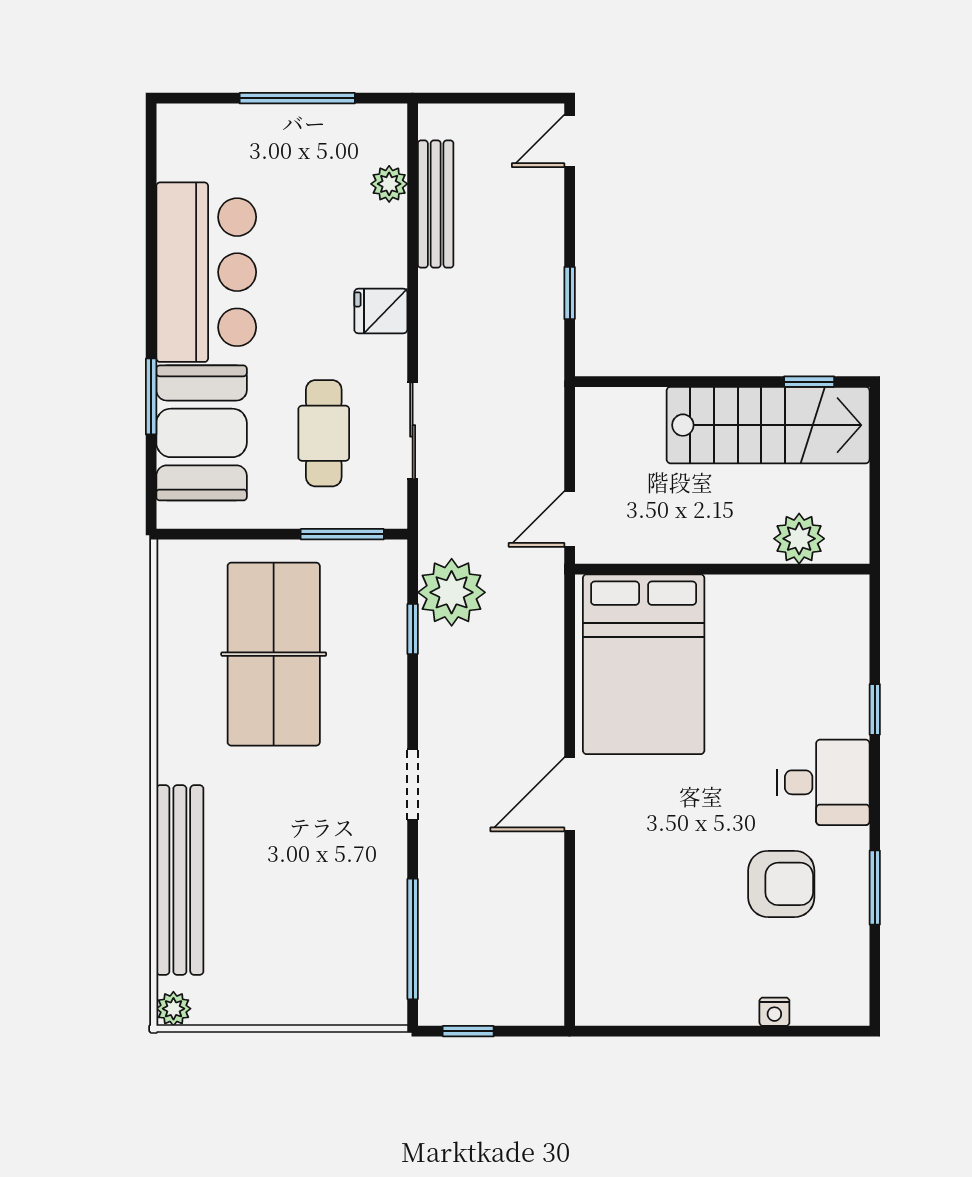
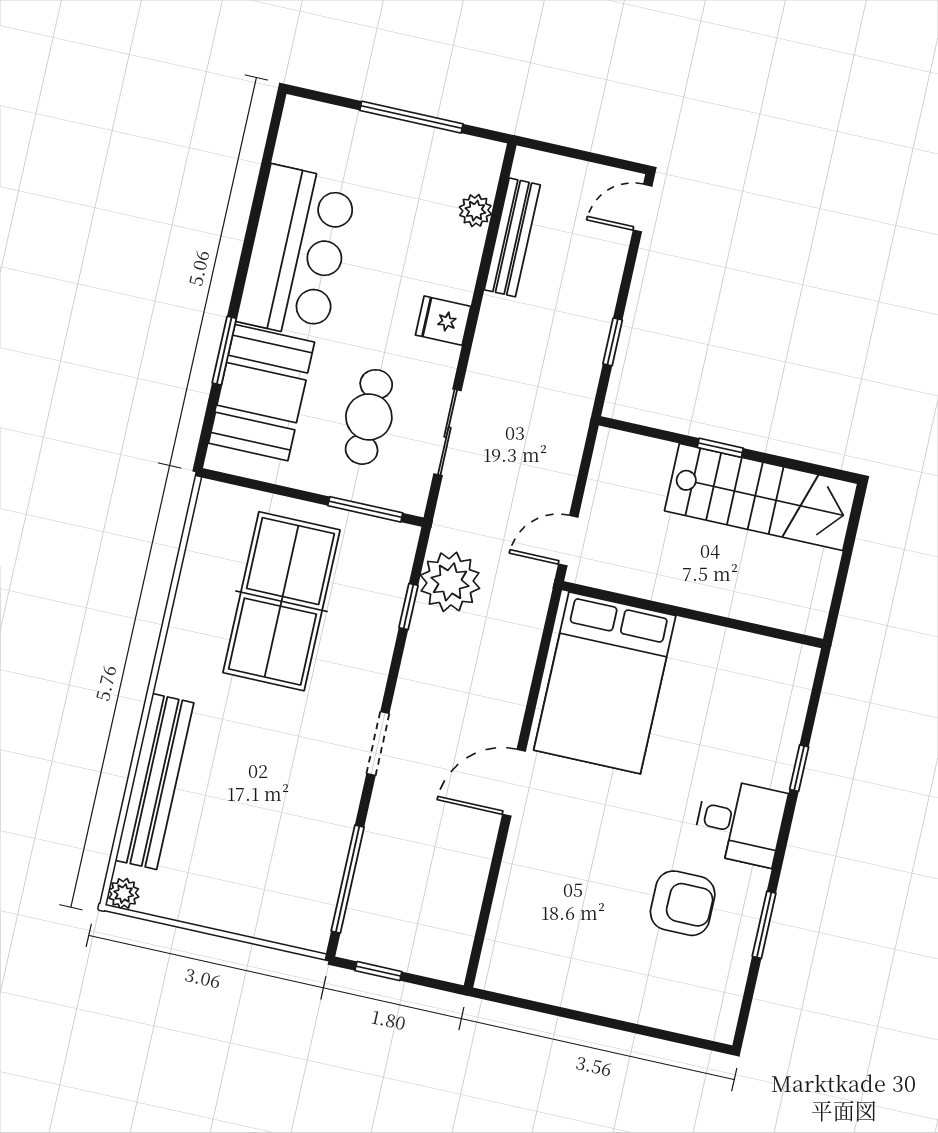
window: (809, 382) -> (720, 448), moved
plant: (799, 539) -> (766, 603), removed
nightstand: (774, 1012) -> (651, 1014), removed

